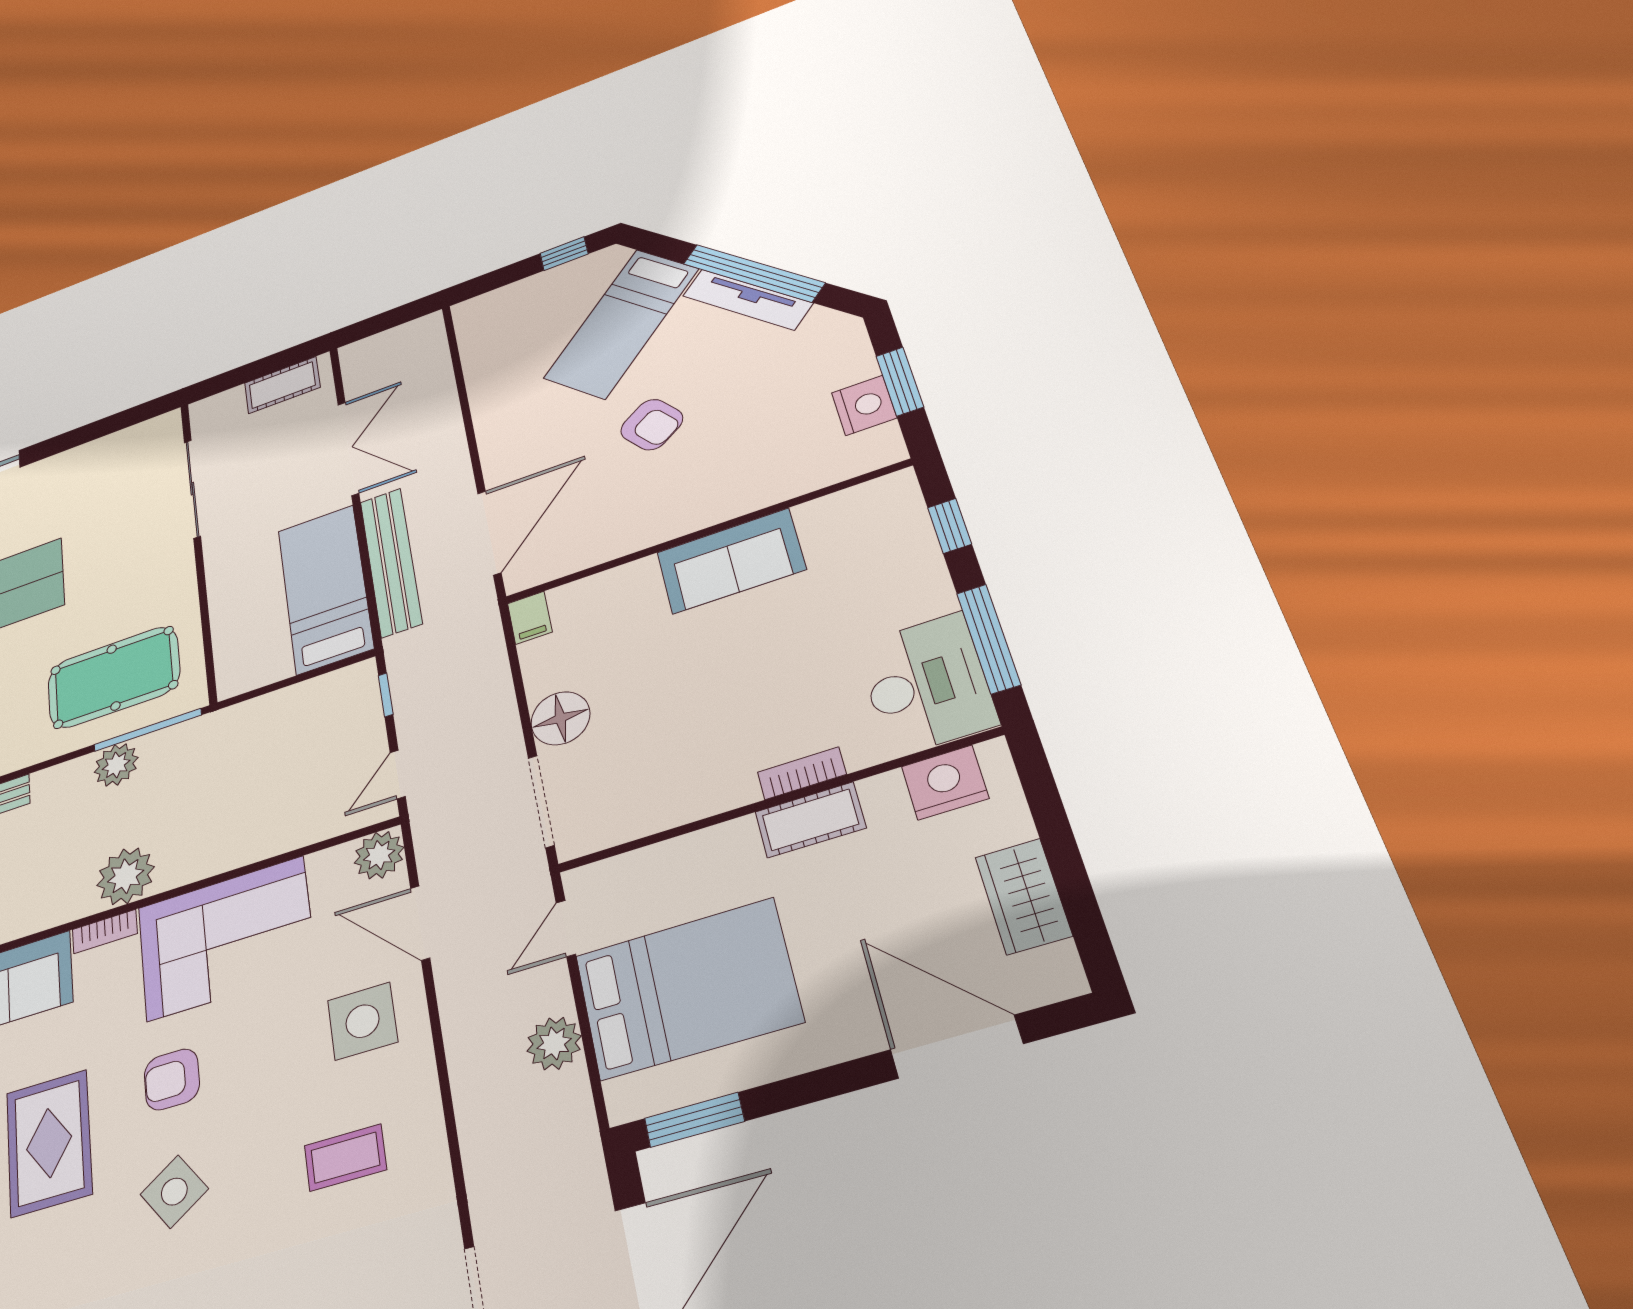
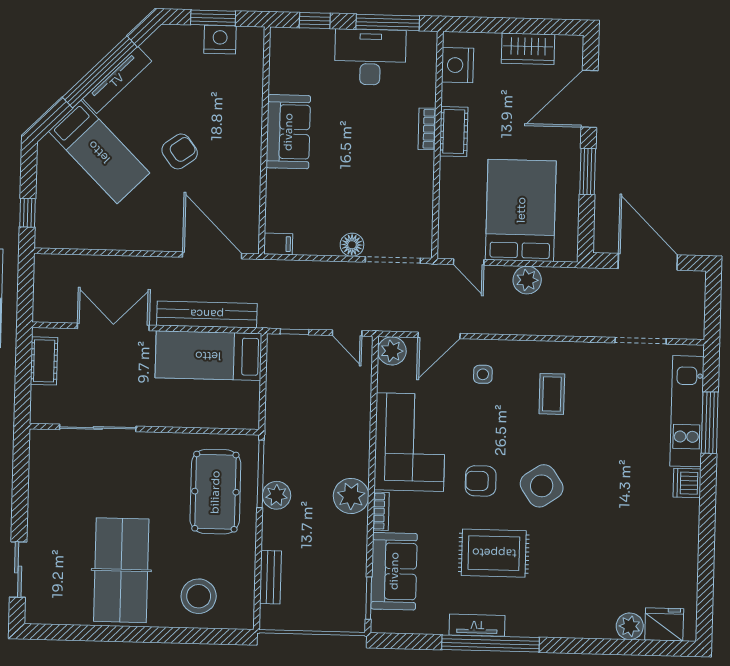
window: (564, 254) -> (27, 213), moved
desk: (926, 684) -> (370, 57), moved
floor lamp: (560, 718) -> (352, 245), width x0.73, depth x0.73
side table: (363, 1021) -> (483, 374), width x0.54, depth x0.54
armchair: (172, 1079) -> (481, 481), turned 90
window: (694, 1120) -> (588, 171), moved
side table: (174, 1192) -> (542, 486), width x1.37, depth x1.37

